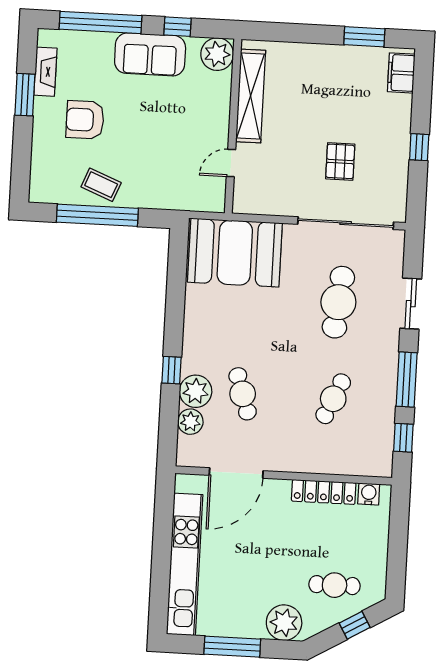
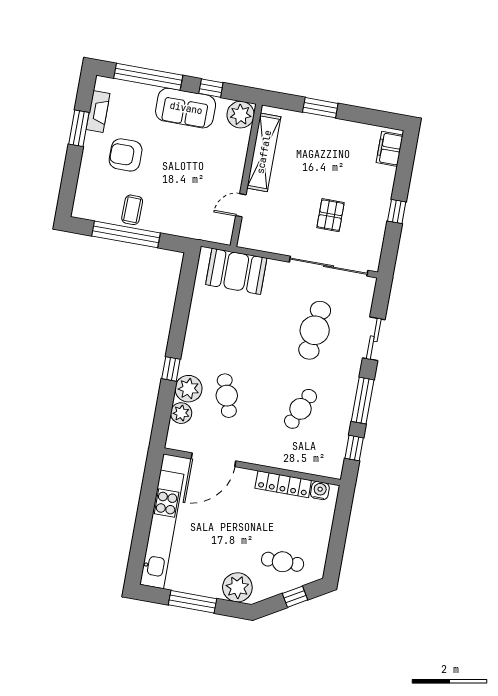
window: (364, 37) -> (320, 108), moved
coffee table: (101, 185) -> (132, 210), turned 69
booth: (235, 253) -> (236, 271), width x0.73, depth x0.70

